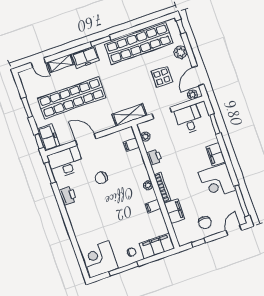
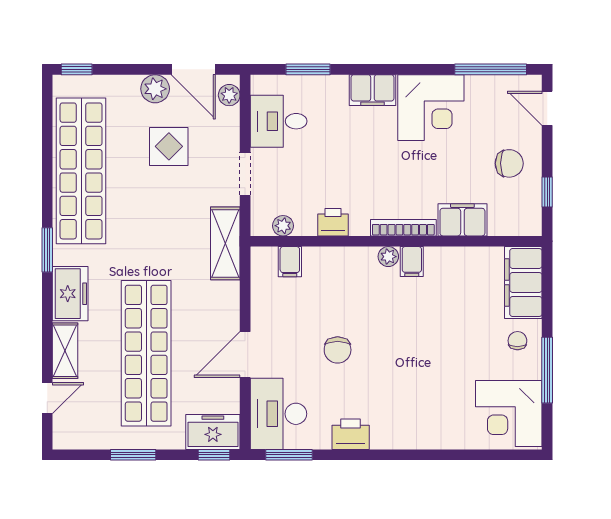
plant: (181, 52) -> (155, 89), moved
filing cabinet: (153, 206) -> (412, 262), moved

